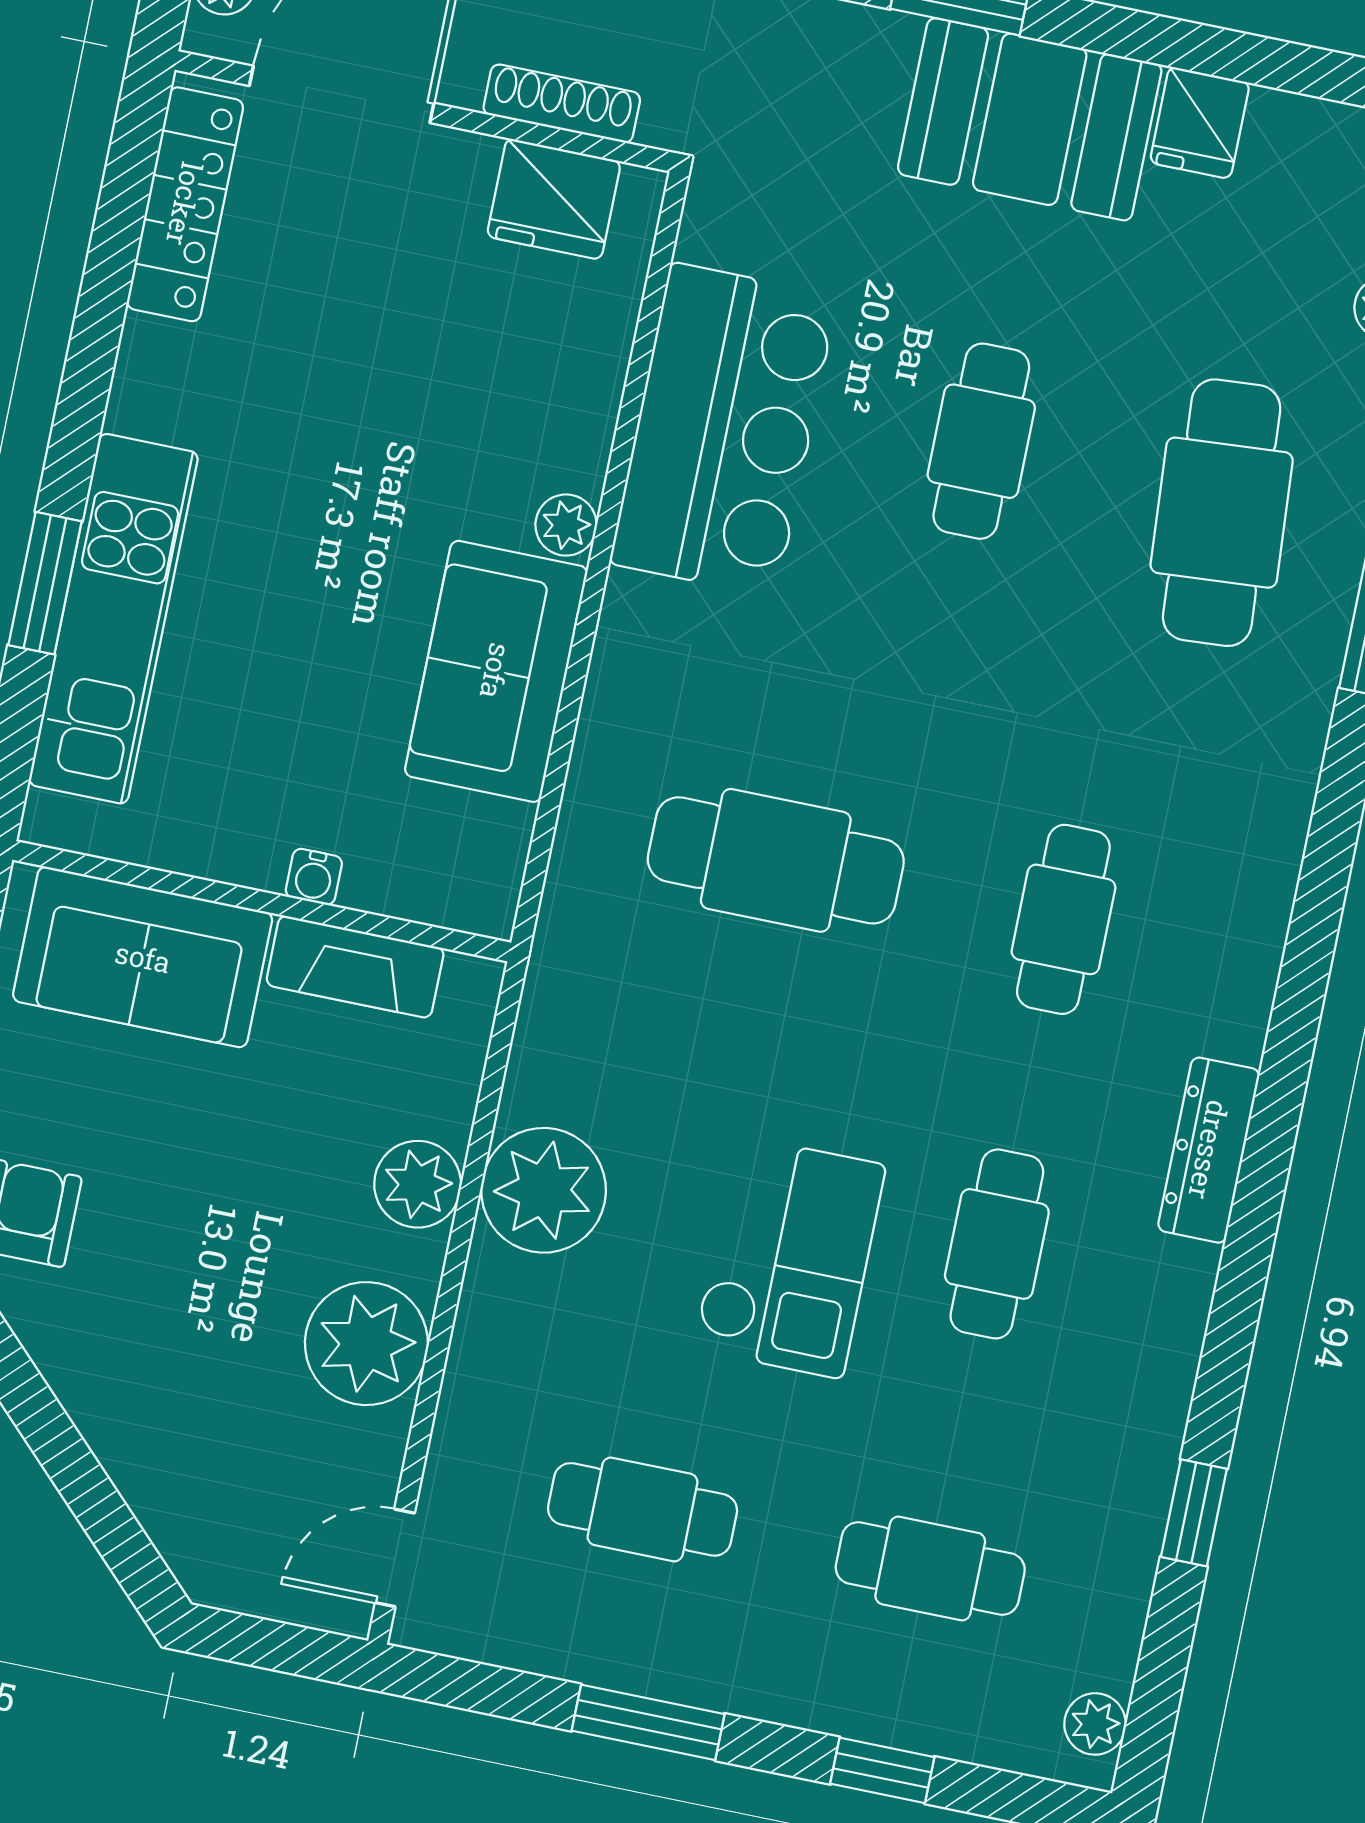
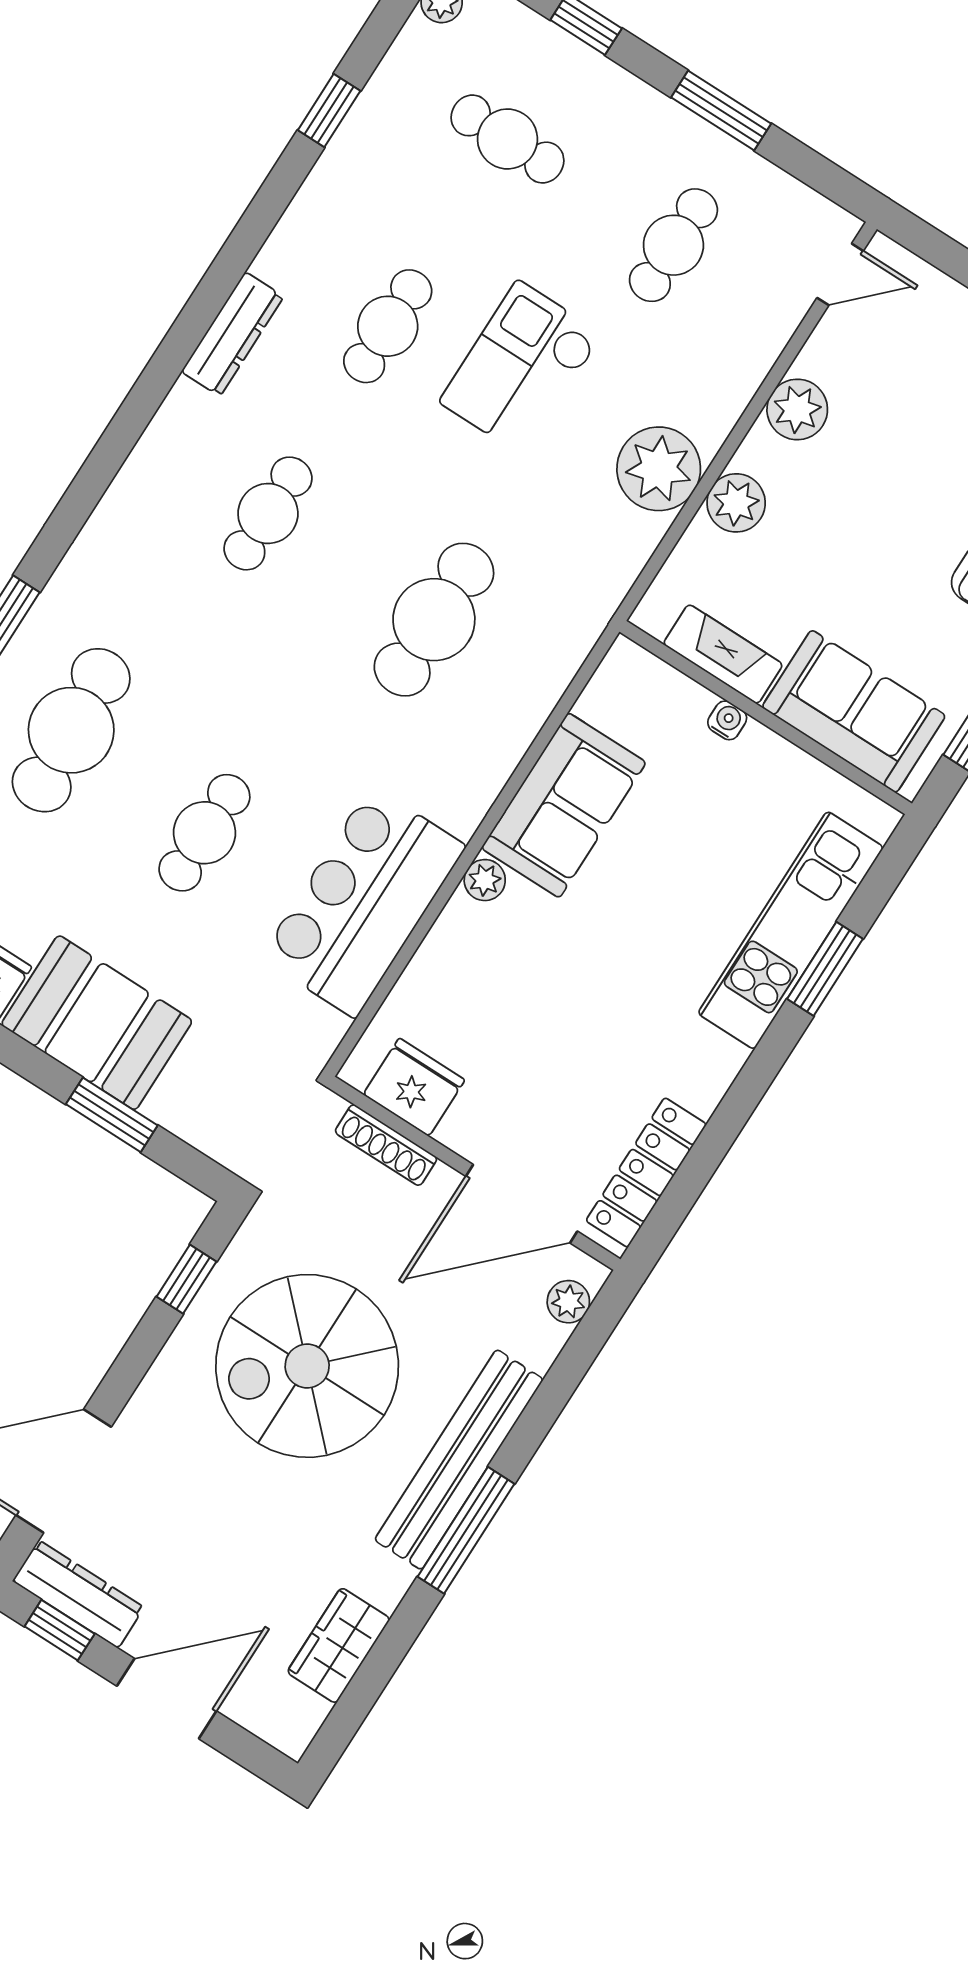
cafe table: (776, 860) -> (434, 620), turned 90
plant: (366, 1344) -> (797, 409), width x0.73, depth x0.73
cafe table: (643, 1509) -> (673, 245), turned 90

